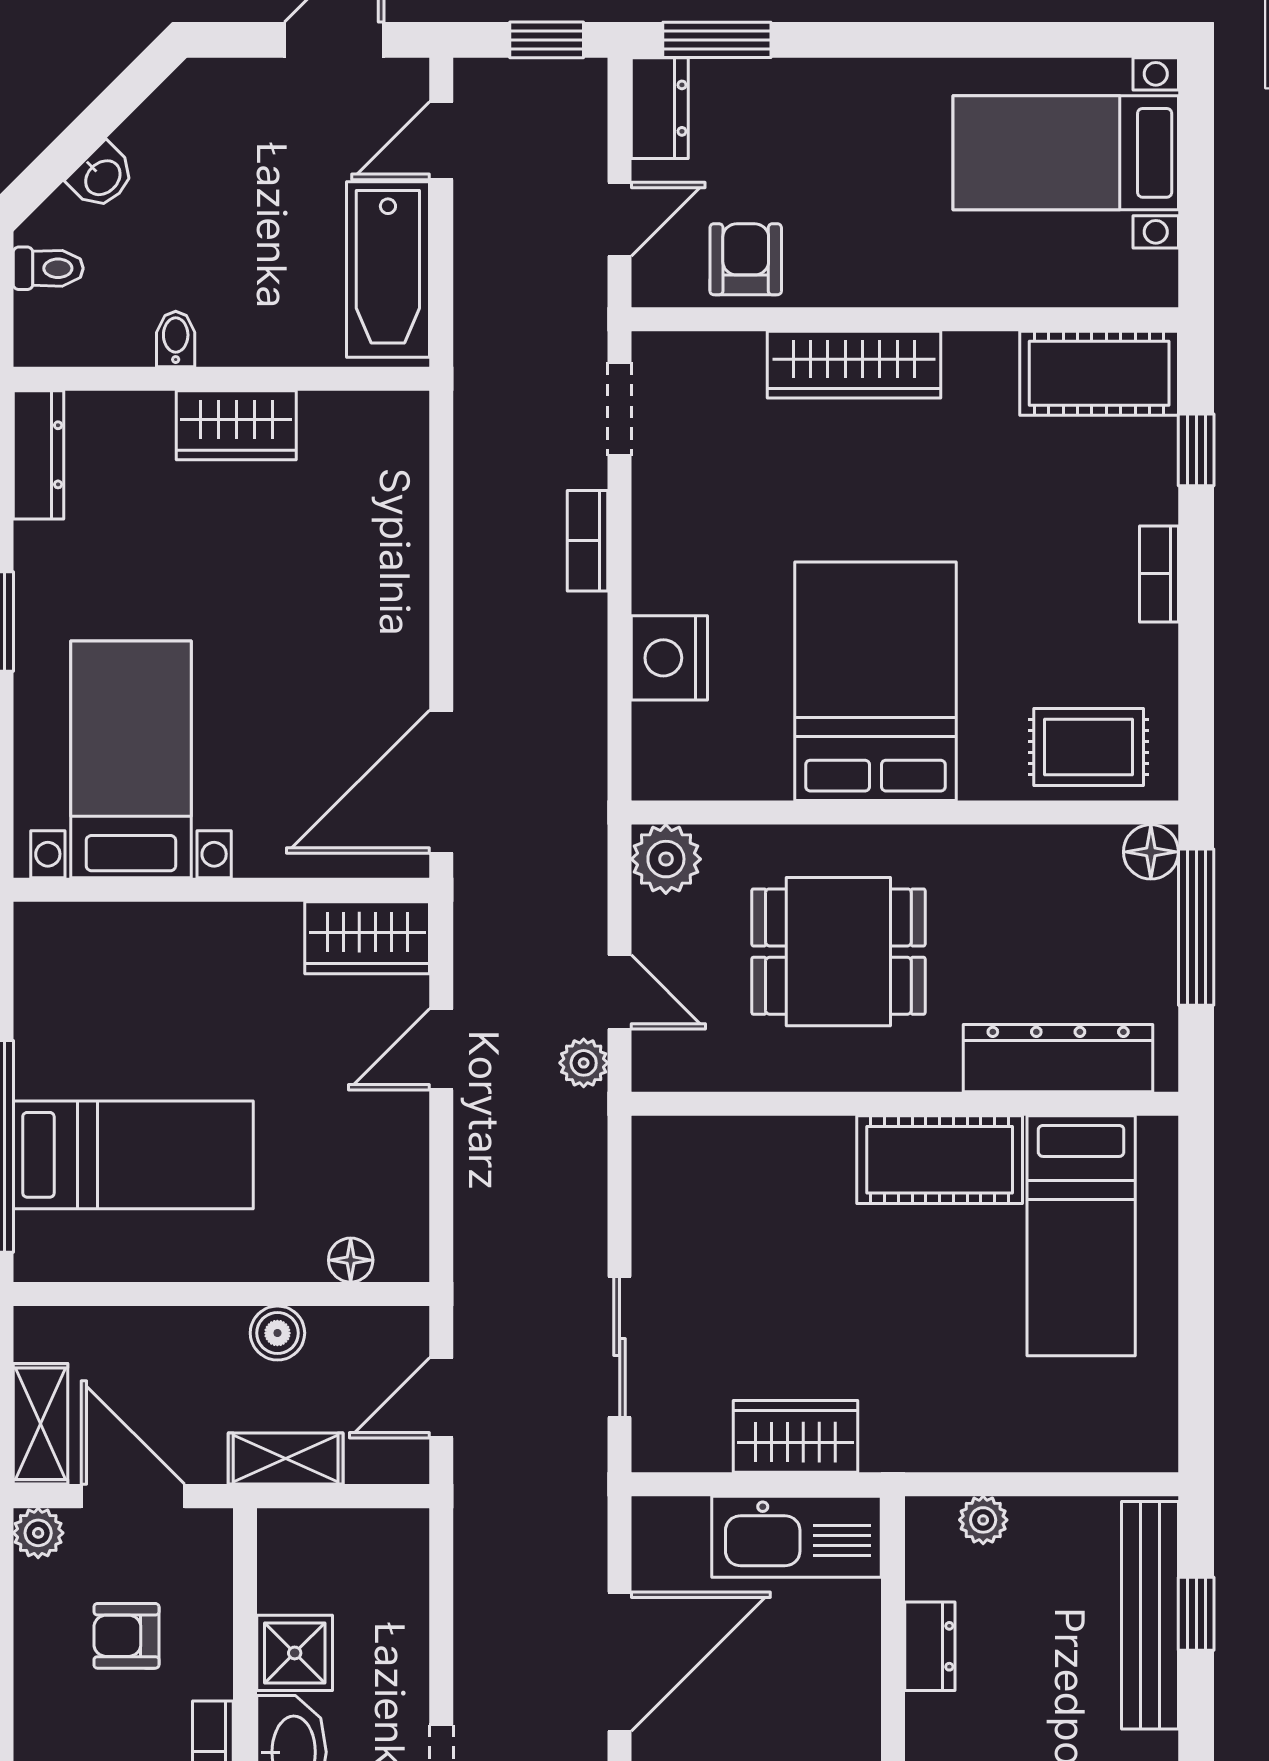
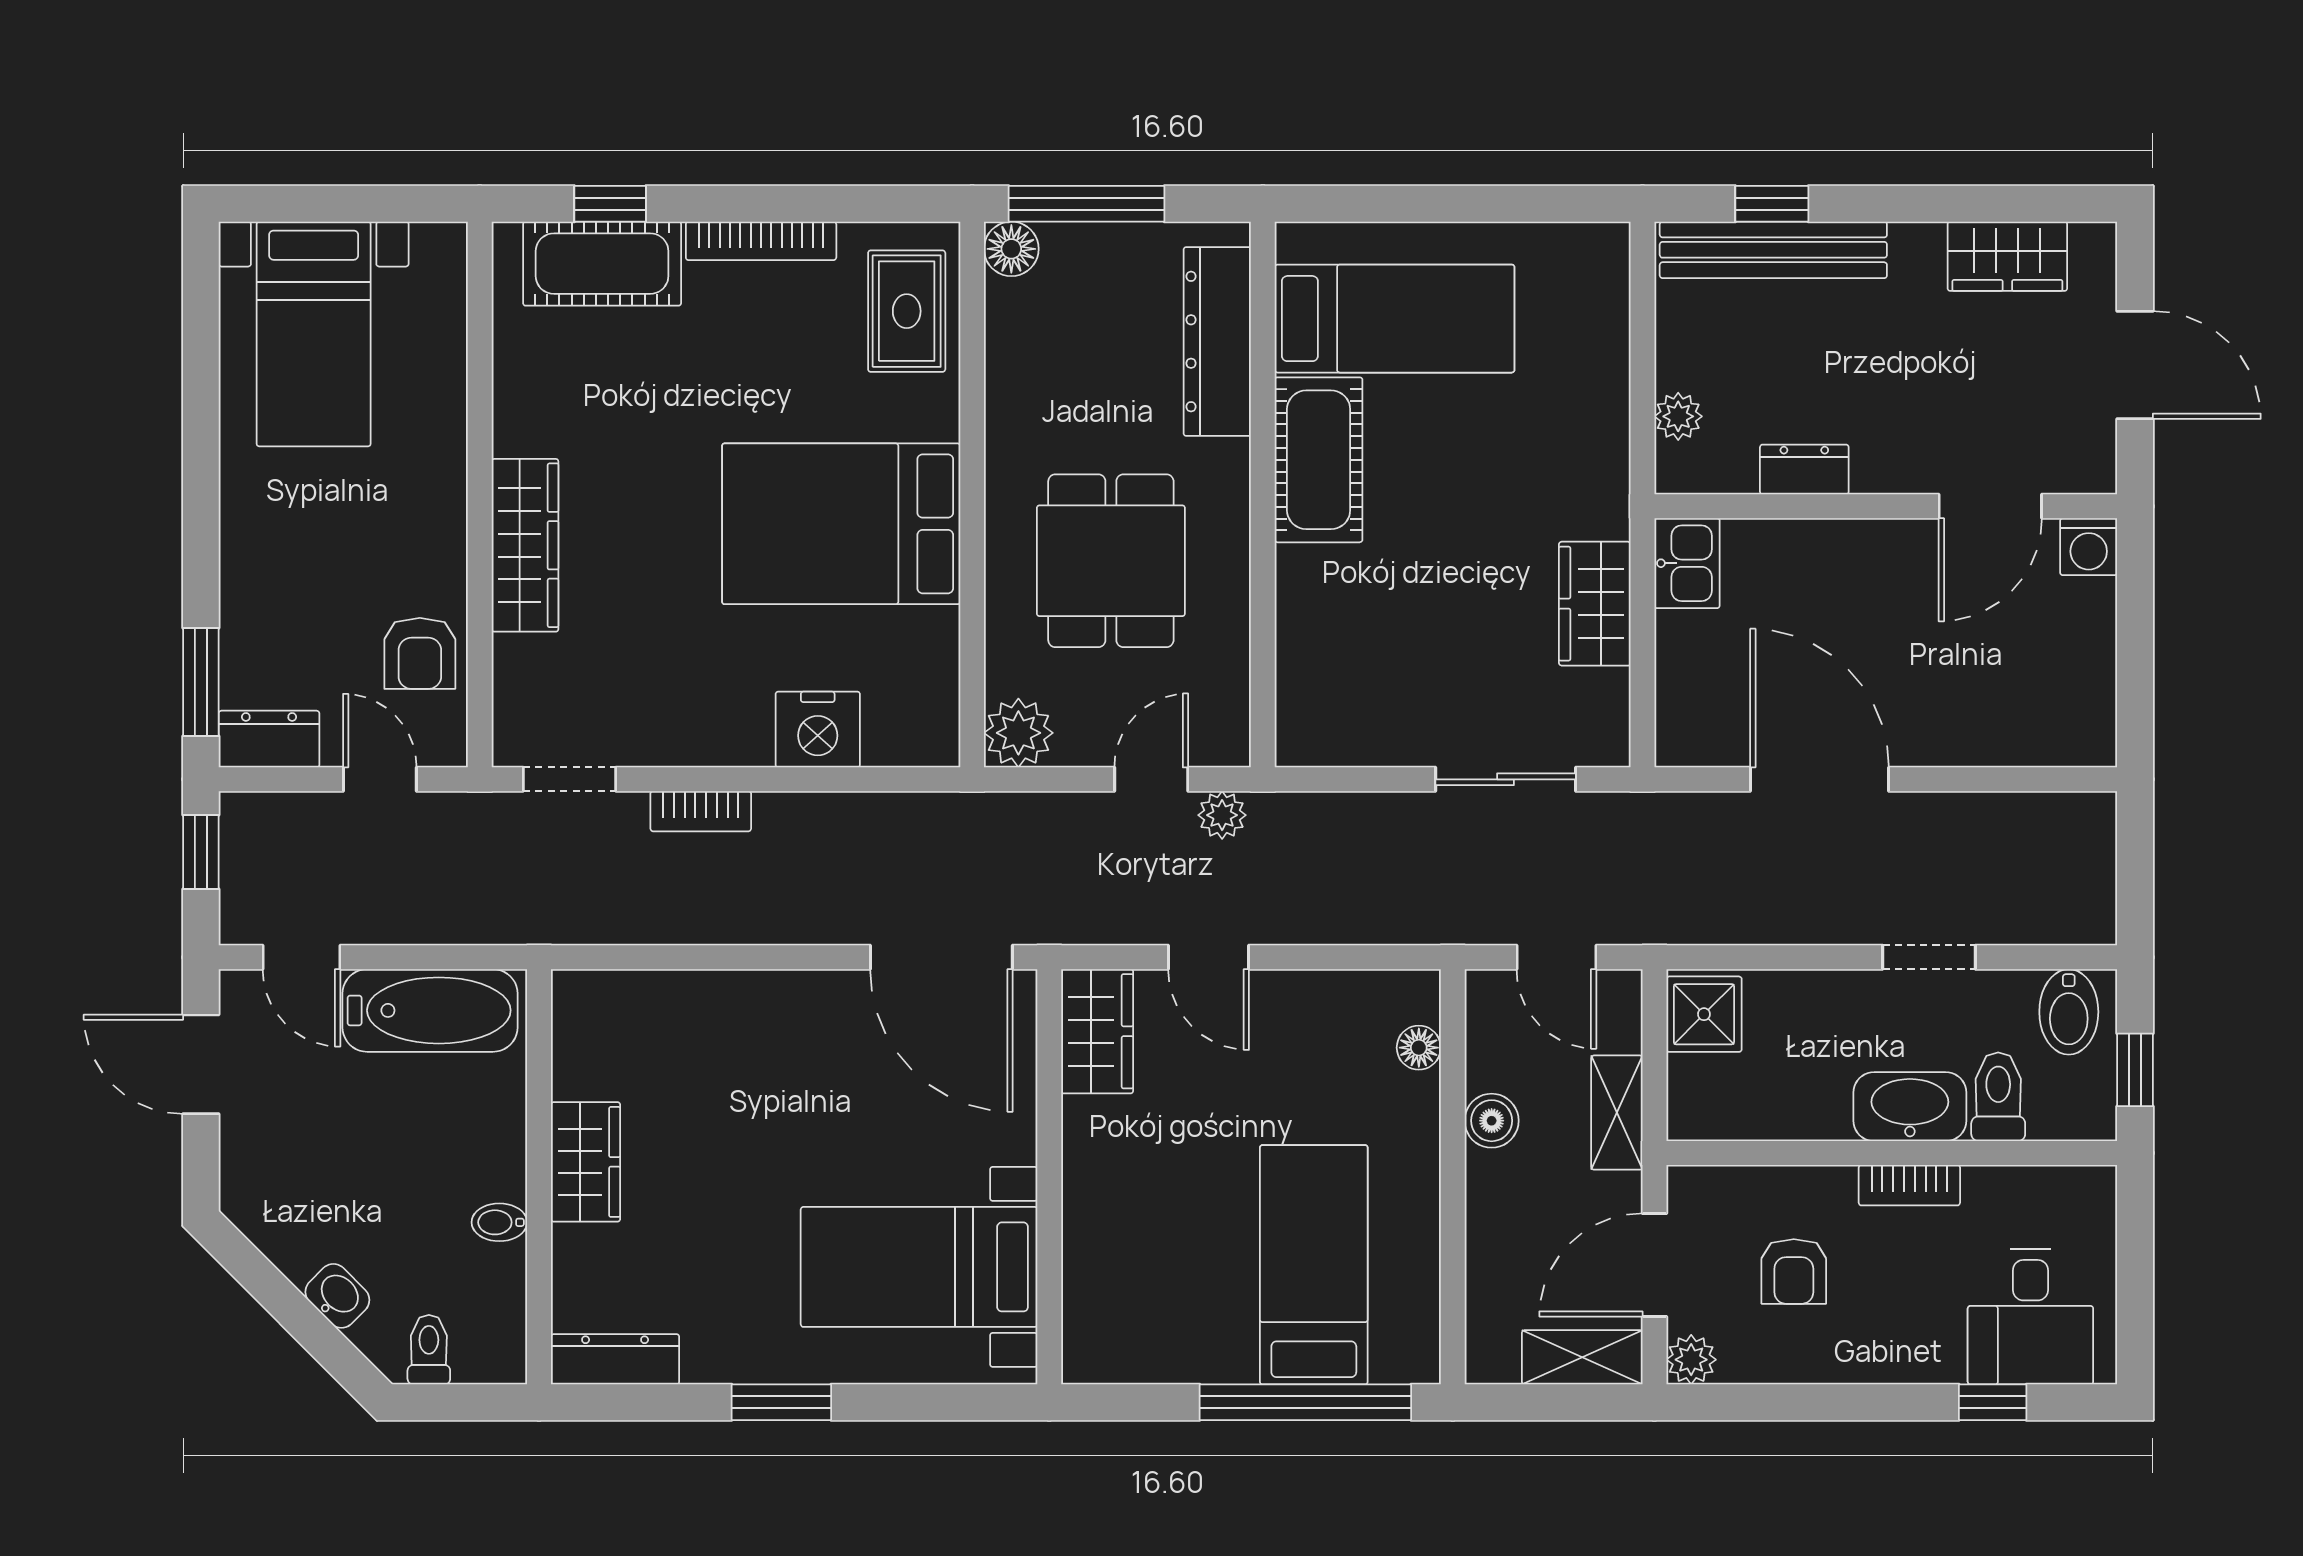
armchair: (746, 259) -> (420, 653), turned -90
cot: (1099, 373) -> (602, 264), moved, turned 90
bookcase: (1159, 574) -> (761, 241), width x1.56
kitchen sink: (797, 1537) -> (1687, 563), width x0.53, depth x0.81
shower: (295, 1653) -> (1704, 1014), moved

